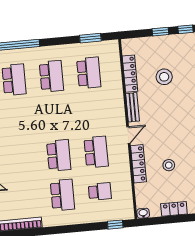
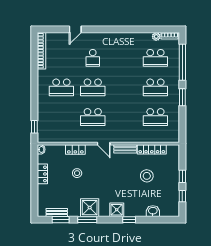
window: (90, 38) -> (182, 97), moved
locker: (138, 164) -> (75, 149), width x0.66
school desk: (100, 192) -> (93, 58), moved

